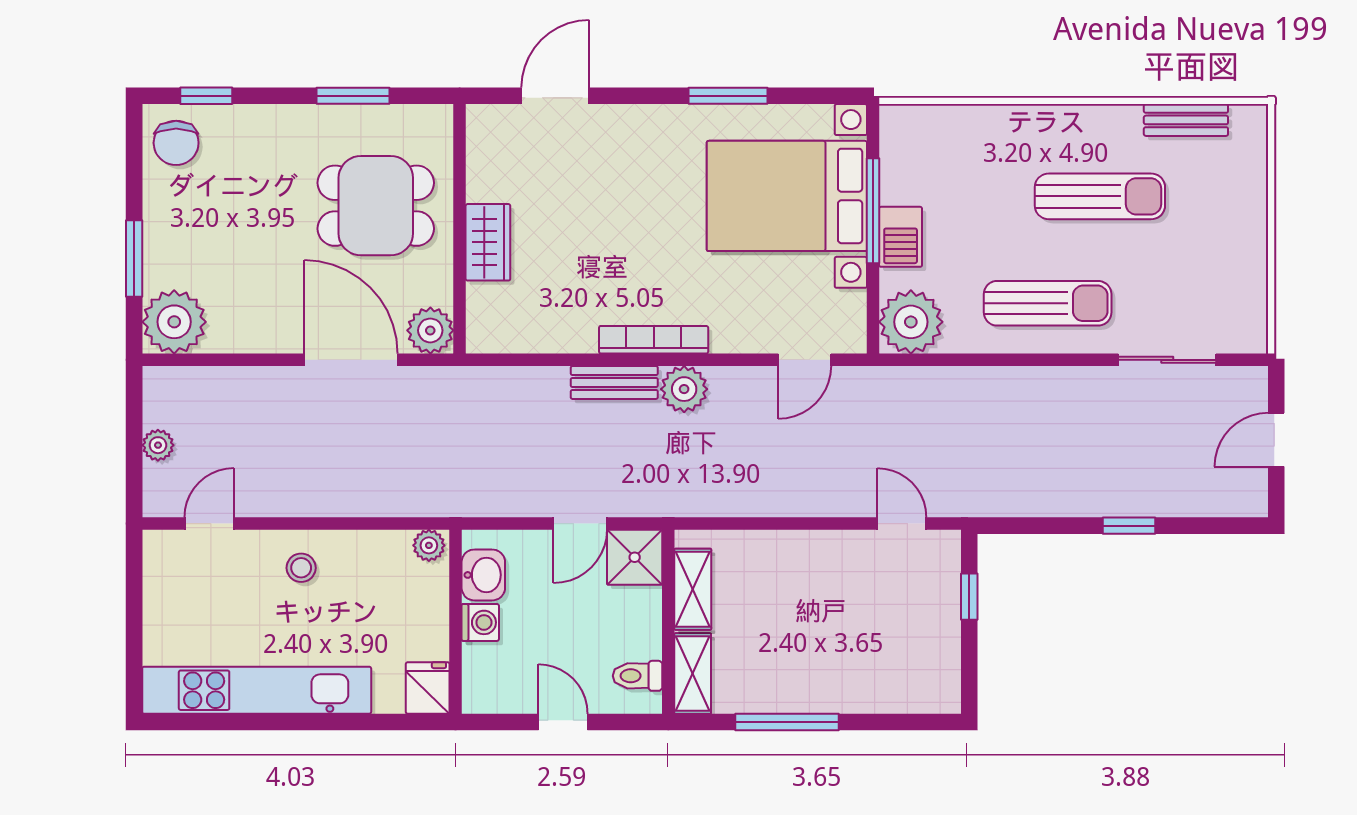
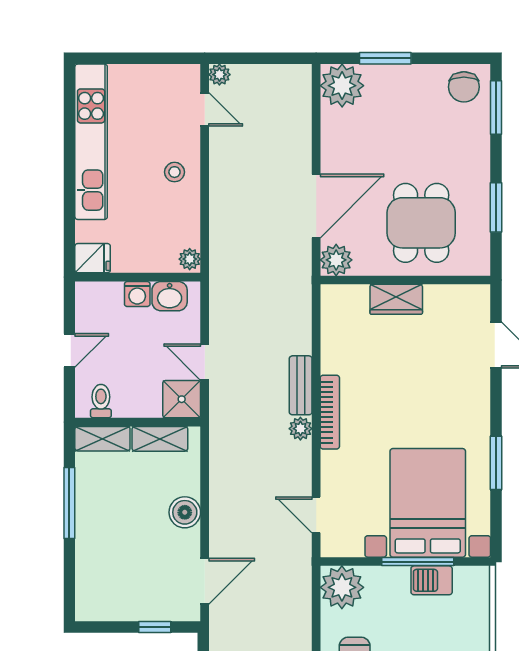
window: (206, 96) -> (496, 107), width x1.50
chair: (176, 143) -> (464, 87), turned -90
barbecue: (901, 237) -> (432, 580), moved
plant: (684, 389) -> (300, 429), width x0.73, depth x0.73
plant: (158, 445) -> (219, 75), moved
door: (902, 524) -> (205, 581), width x1.38
boiler: (801, 553) -> (185, 512), added

